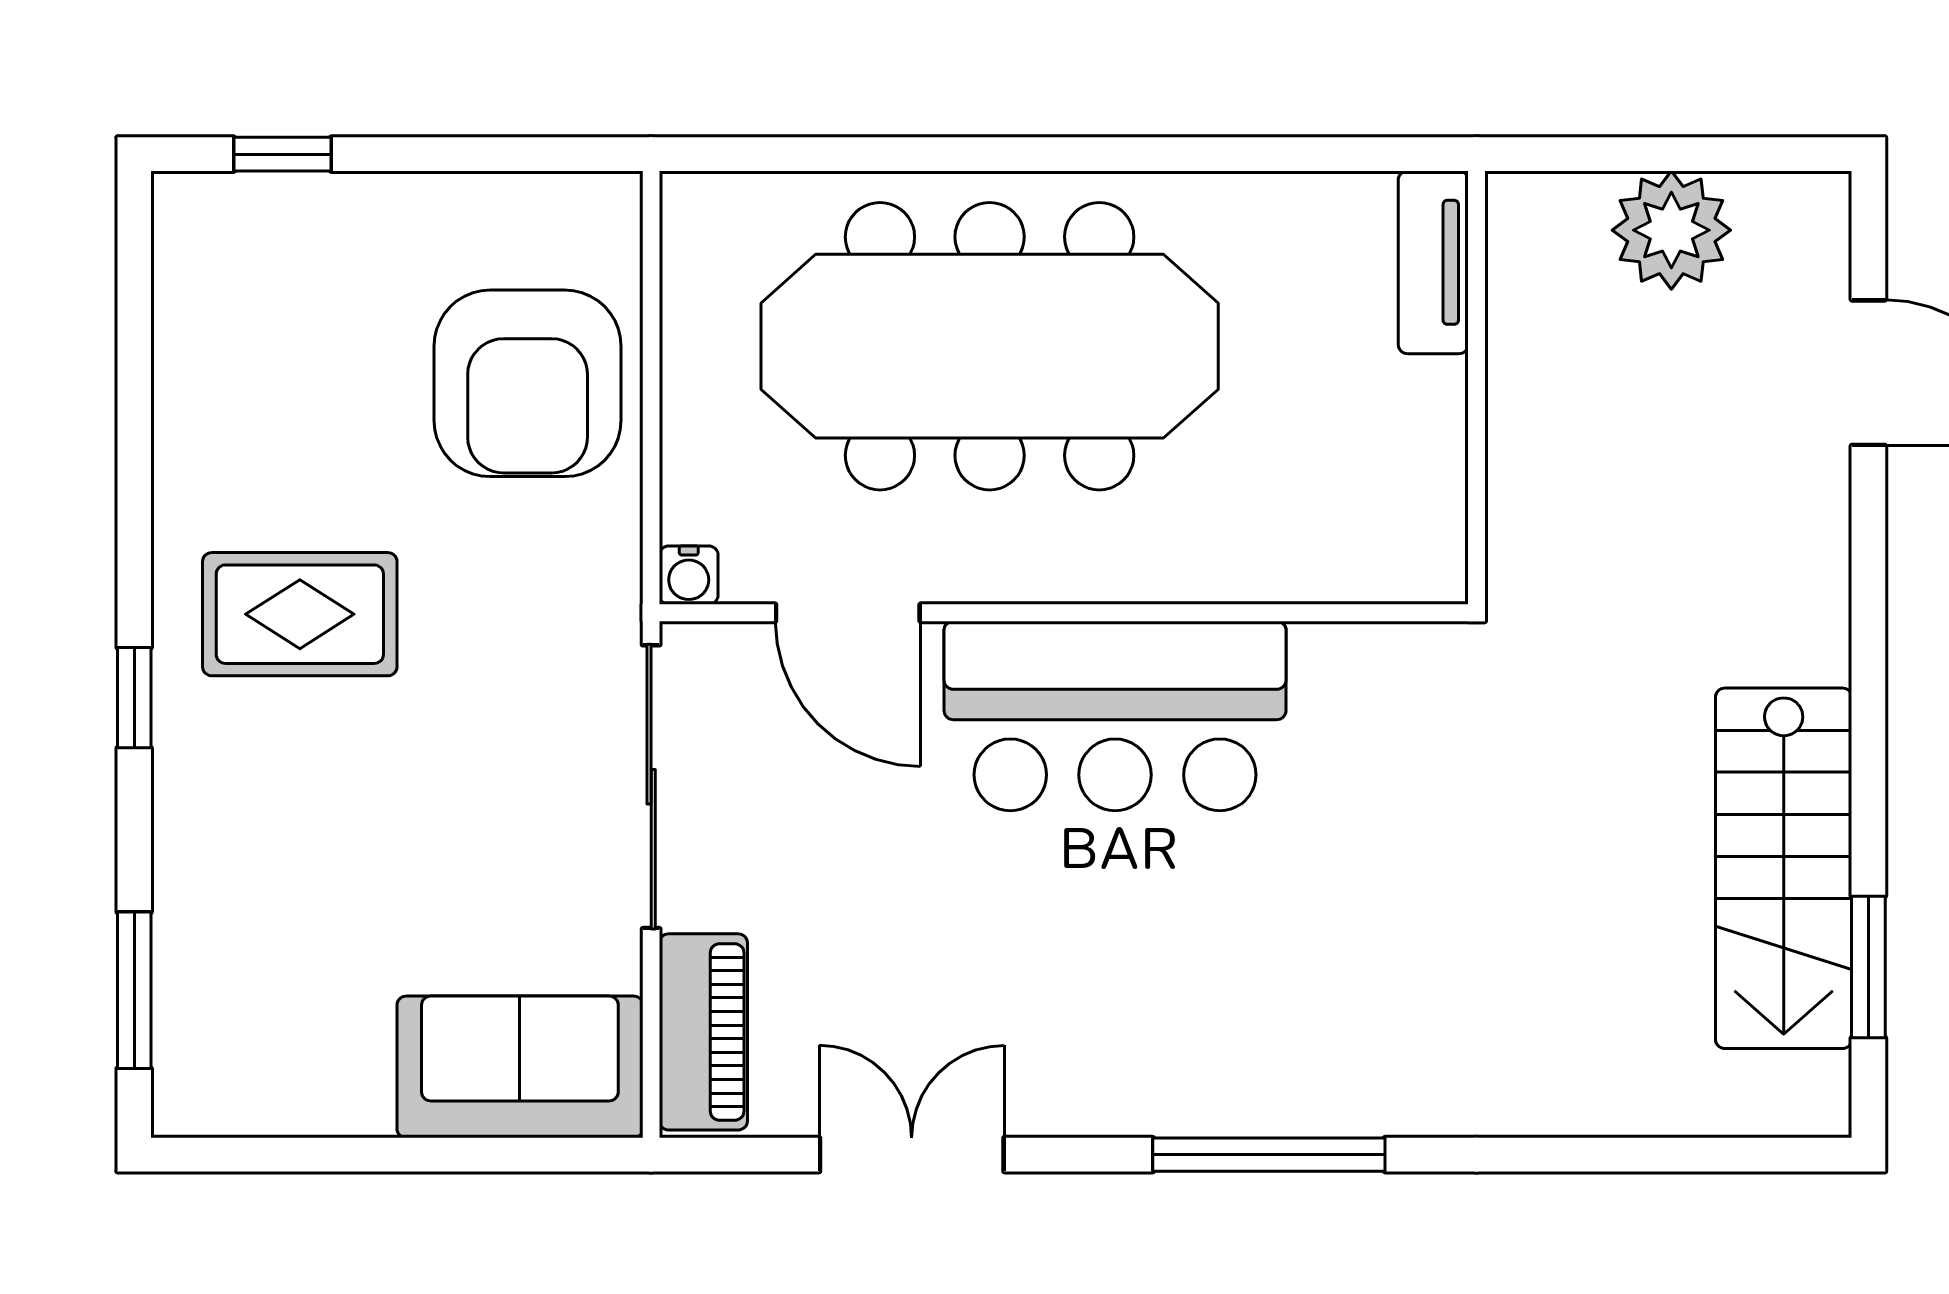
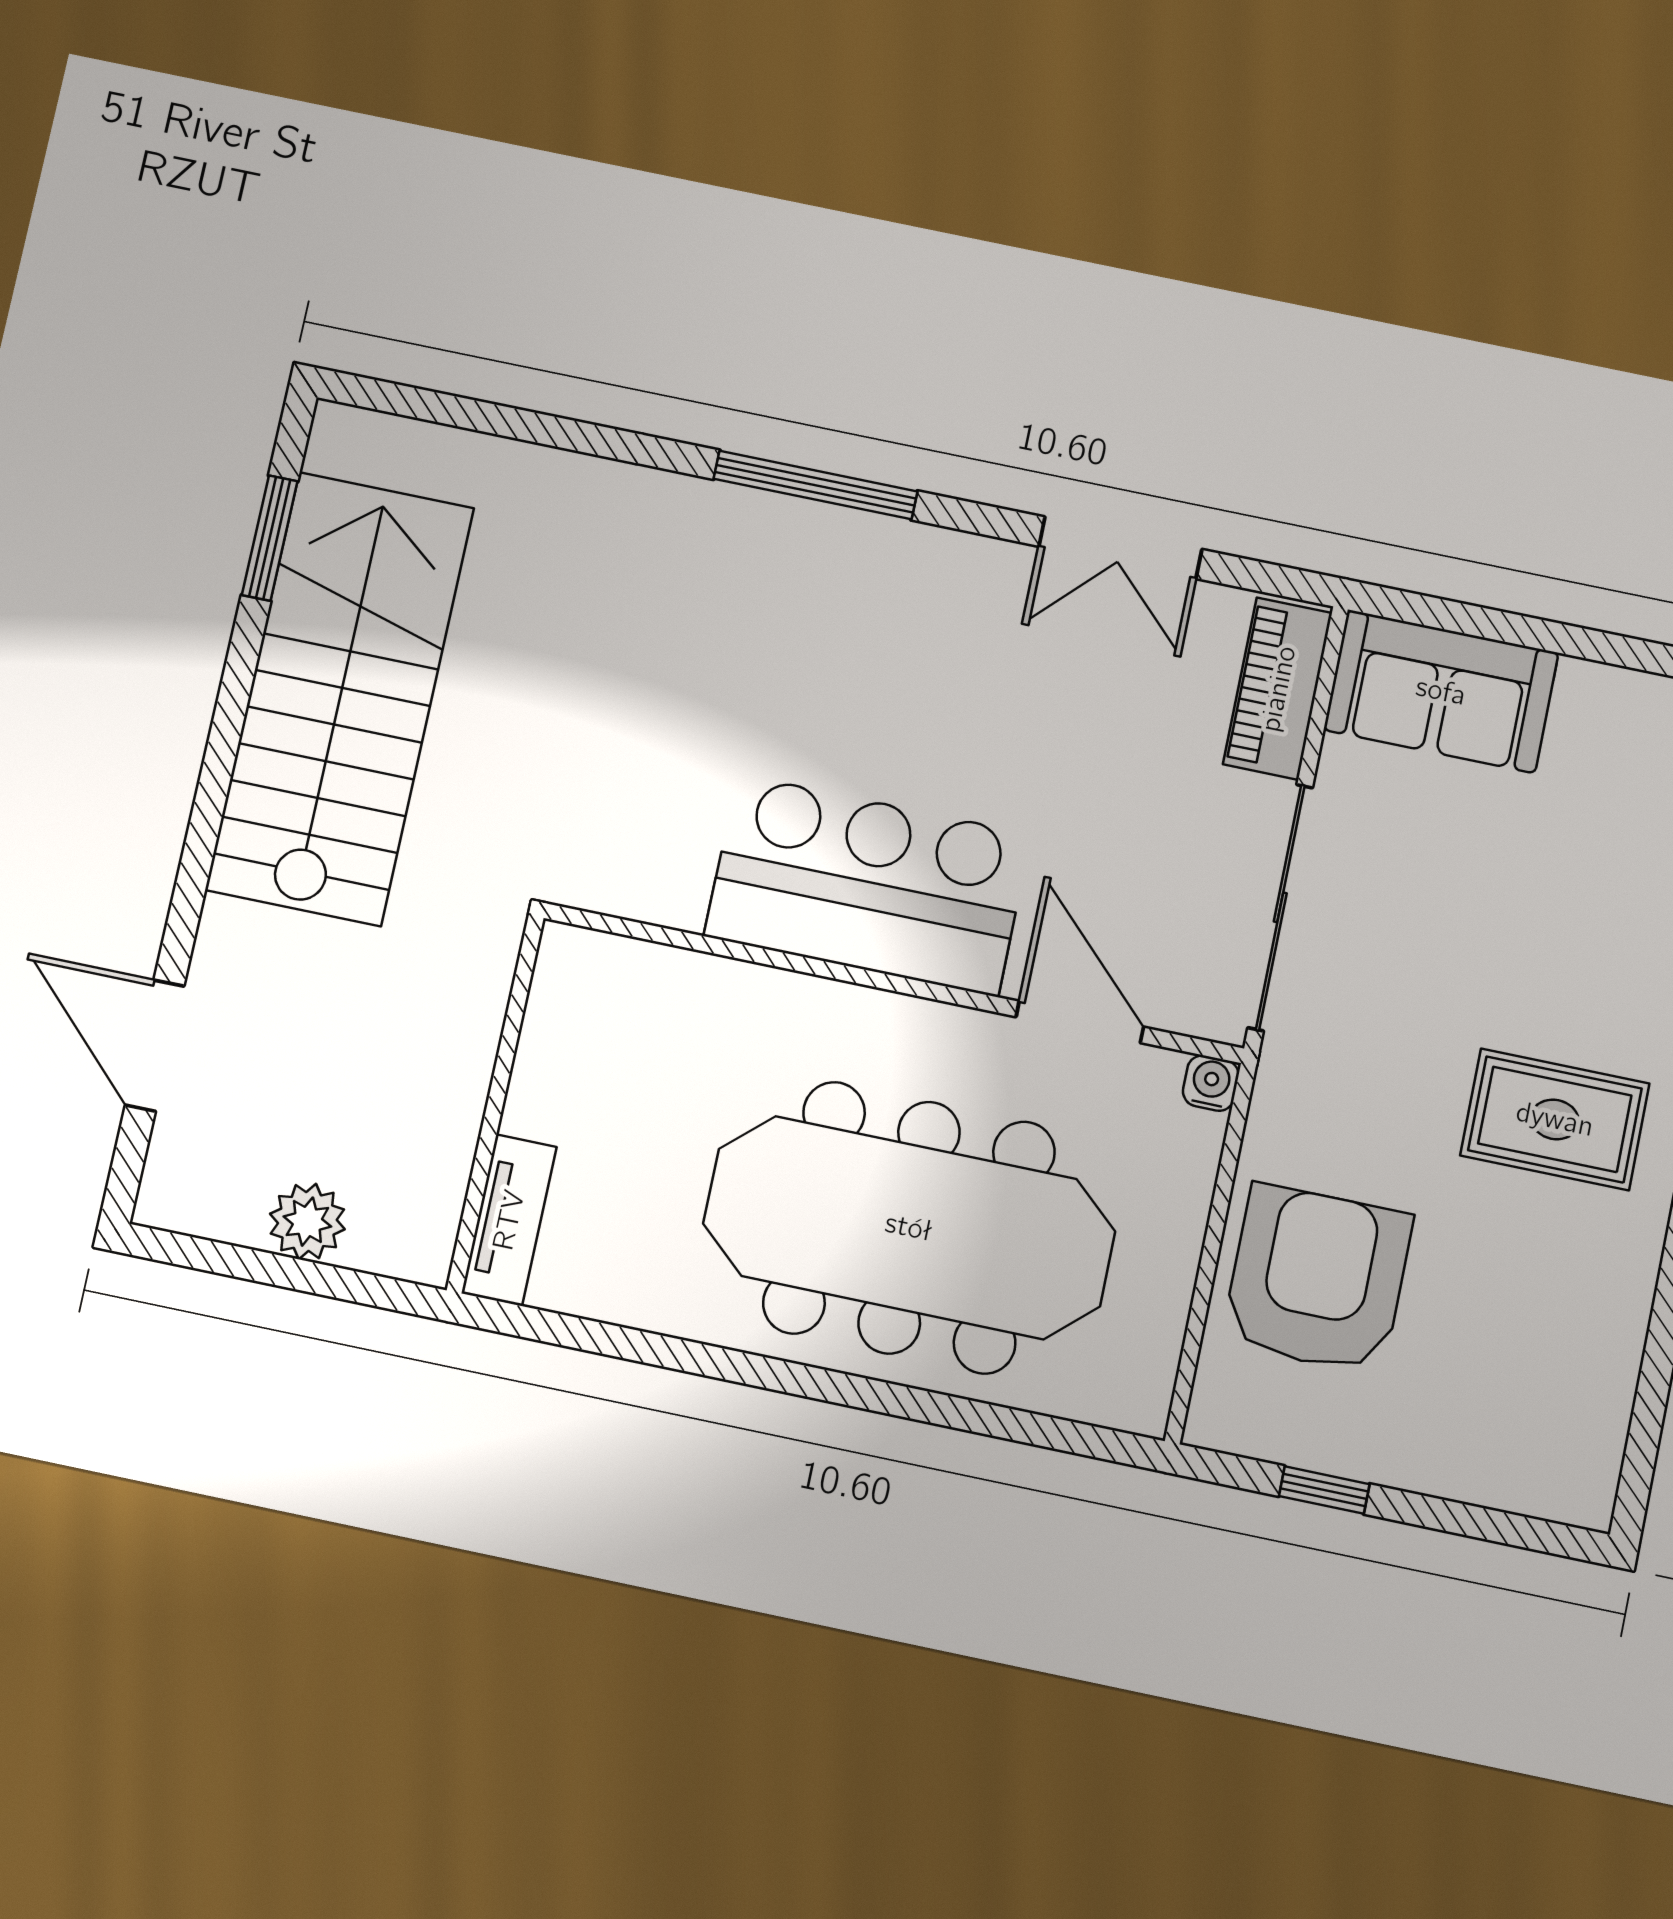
window: (282, 154) -> (1324, 1490), moved
plant: (1671, 230) -> (307, 1222), width x0.73, depth x0.73
stairs: (1784, 868) -> (340, 698), width x1.36, depth x1.51

